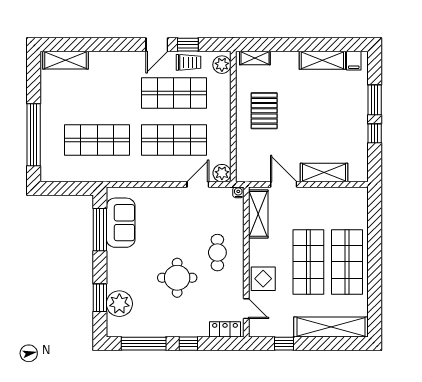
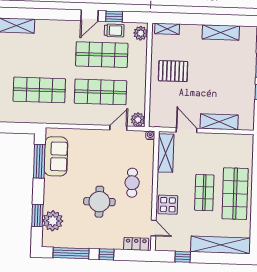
filing cabinet: (354, 61) -> (246, 33), removed
pallet: (264, 111) -> (173, 71), turned 90
shop shelf: (308, 262) -> (204, 193), width x0.70, depth x0.74

